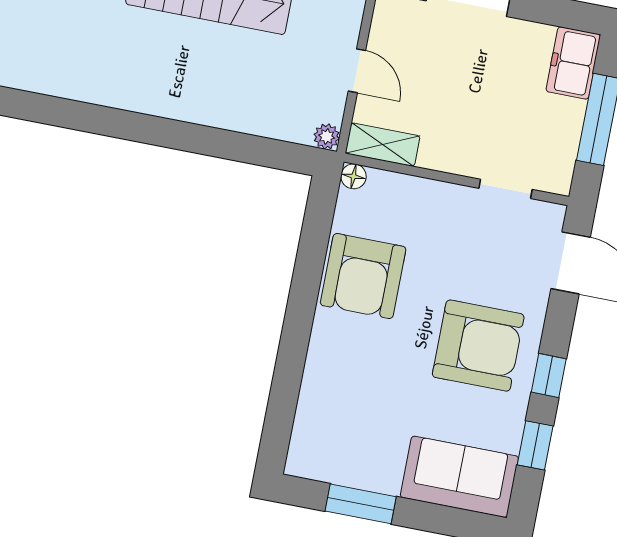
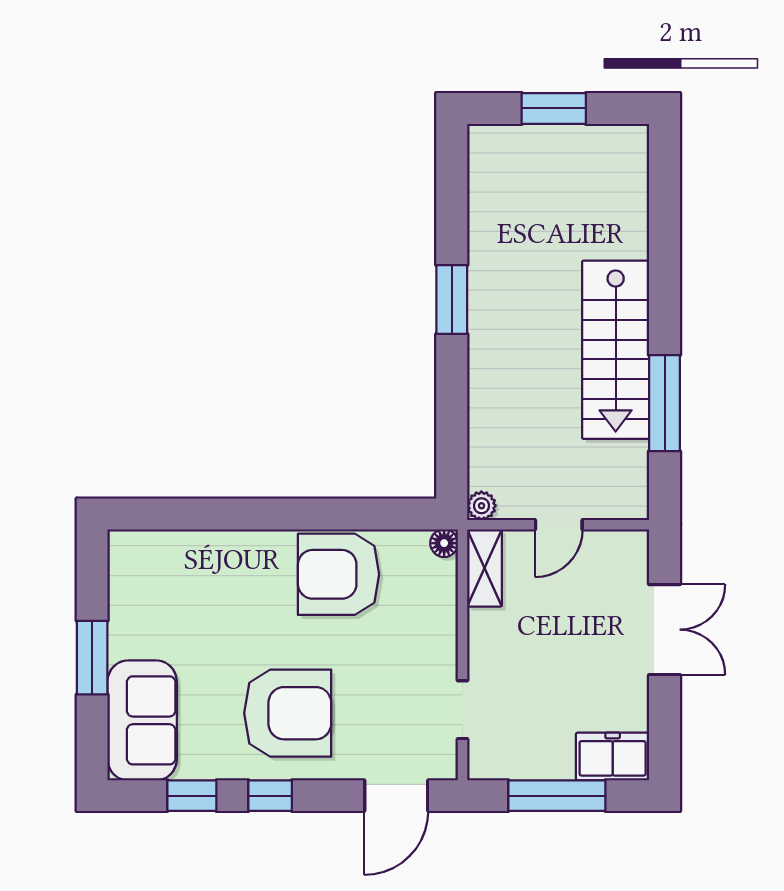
window: (137, 127) -> (452, 300), added
armchair: (478, 346) -> (288, 713), turned -90
window: (361, 504) -> (92, 658), moved

